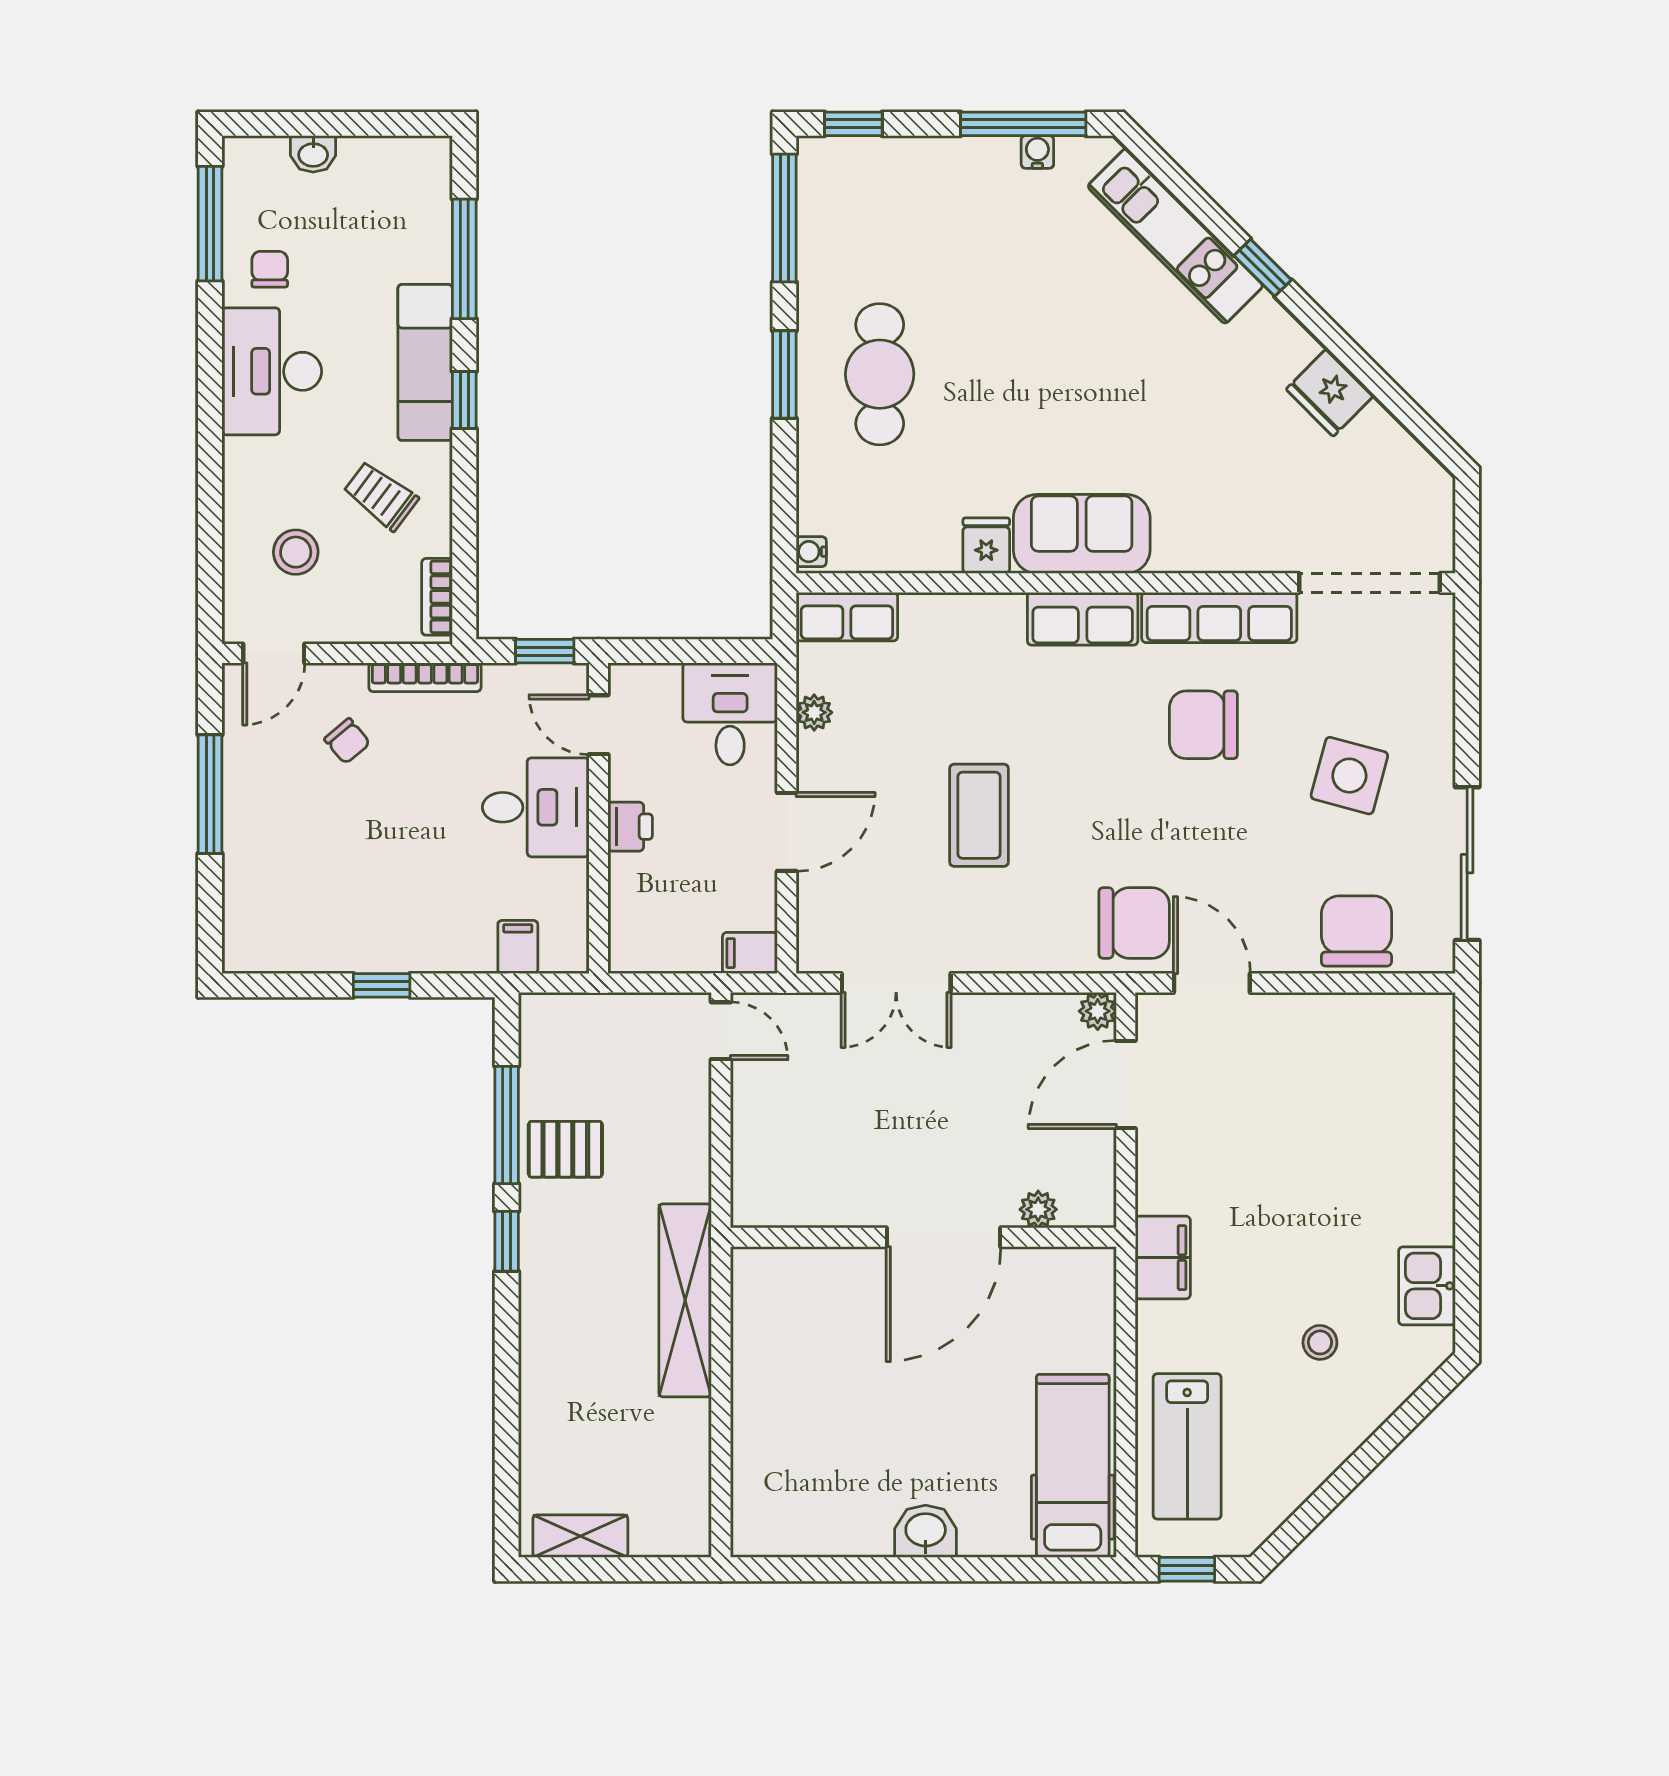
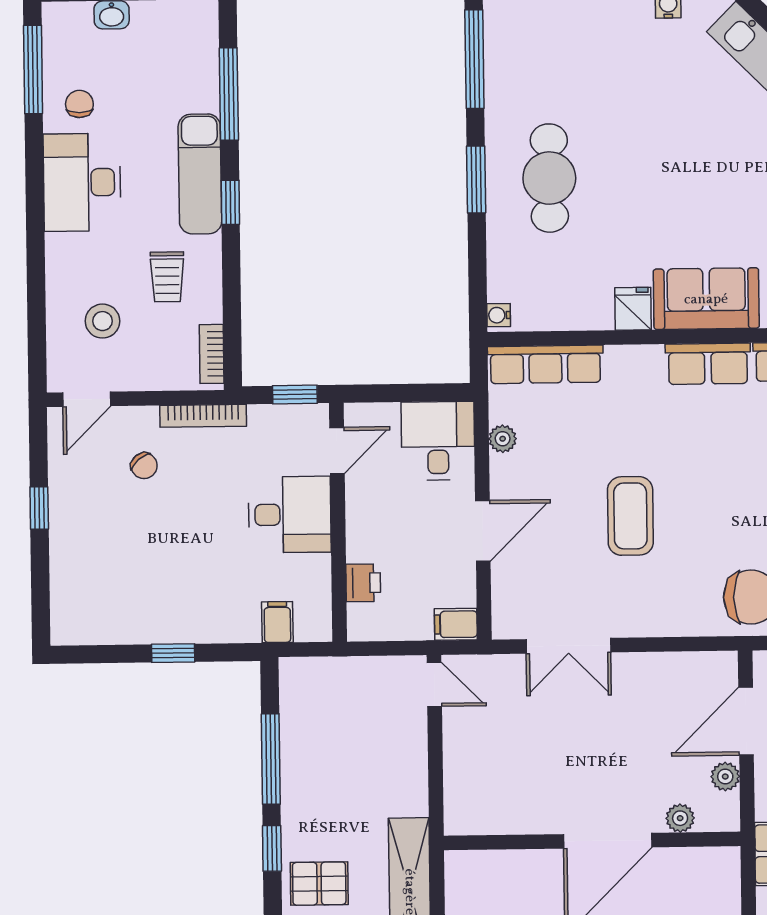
trolley: (381, 496) -> (167, 277), turned -127
row of seats: (847, 617) -> (545, 364), width x1.48
door: (598, 725) -> (337, 450), swing flipped
window: (210, 794) -> (39, 508), width x0.46
printer: (630, 827) -> (363, 583), moved
plant: (1098, 1011) -> (725, 777), moved
pallet: (565, 1149) -> (319, 884), moved

